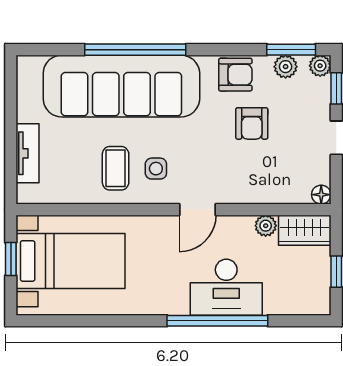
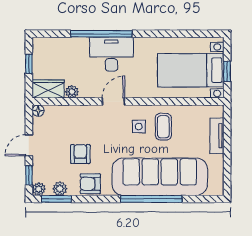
desk: (226, 287) -> (111, 54), moved

